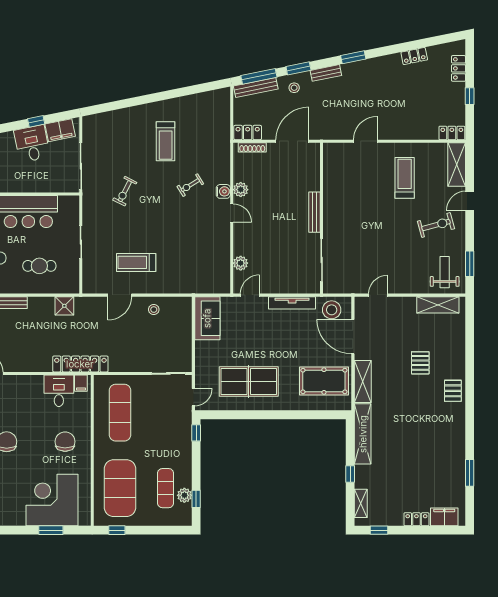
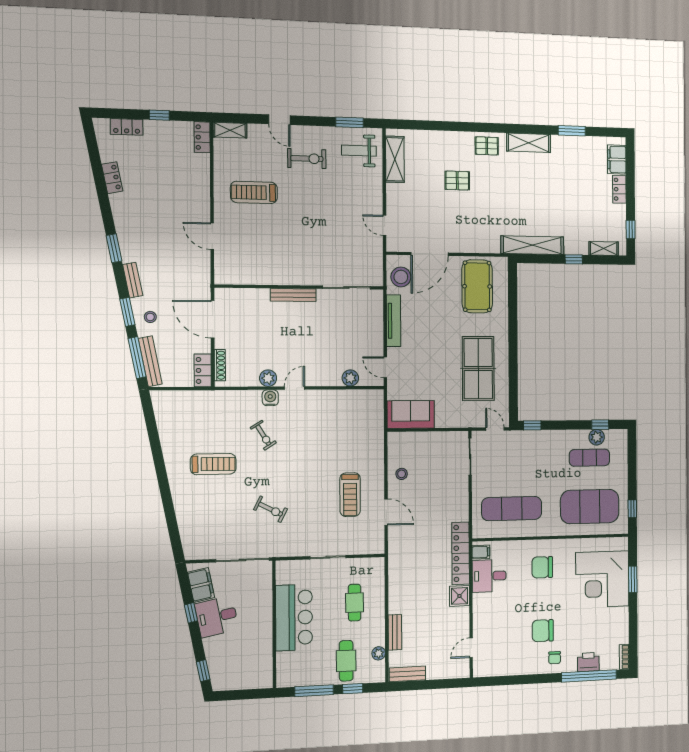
shelving: (457, 164) -> (230, 130), width x0.67, depth x0.75
exercise bike: (436, 225) -> (307, 159), turned 105
shower: (64, 306) -> (459, 596), moved
shelving: (363, 382) -> (529, 143), moved

